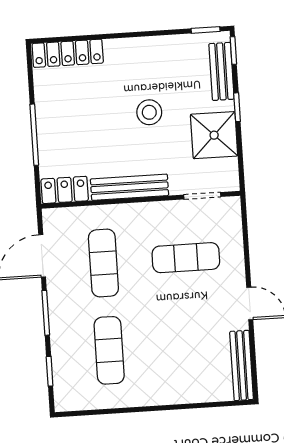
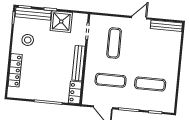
locker: (68, 53) -> (15, 70), moved
bench: (221, 71) -> (33, 14), width x1.36
stool: (149, 112) -> (28, 40), moved

